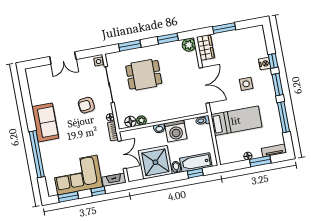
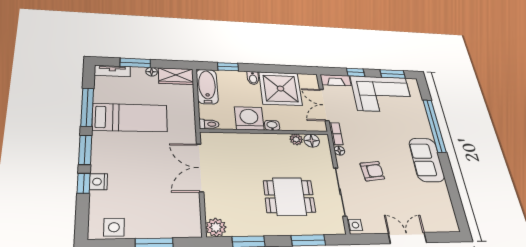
wardrobe: (205, 47) -> (176, 76), moved, turned -90
side table: (246, 84) -> (114, 227), moved
bed: (236, 121) -> (130, 118), moved, turned 180
bathtub: (196, 162) -> (207, 87), moved, turned -90

